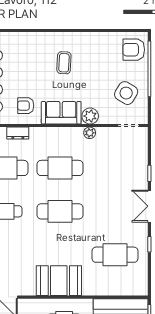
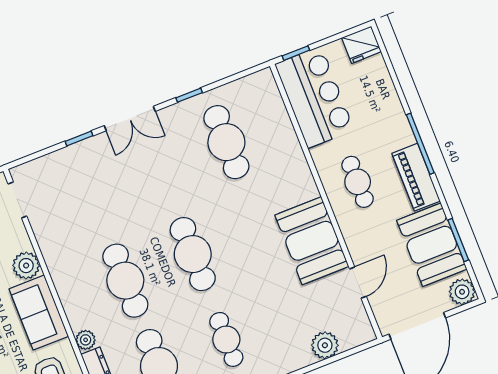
plant: (90, 133) -> (86, 340), moved
booth: (59, 281) -> (312, 241), moved

